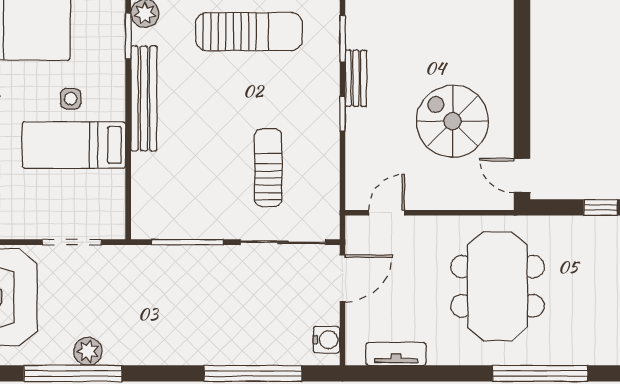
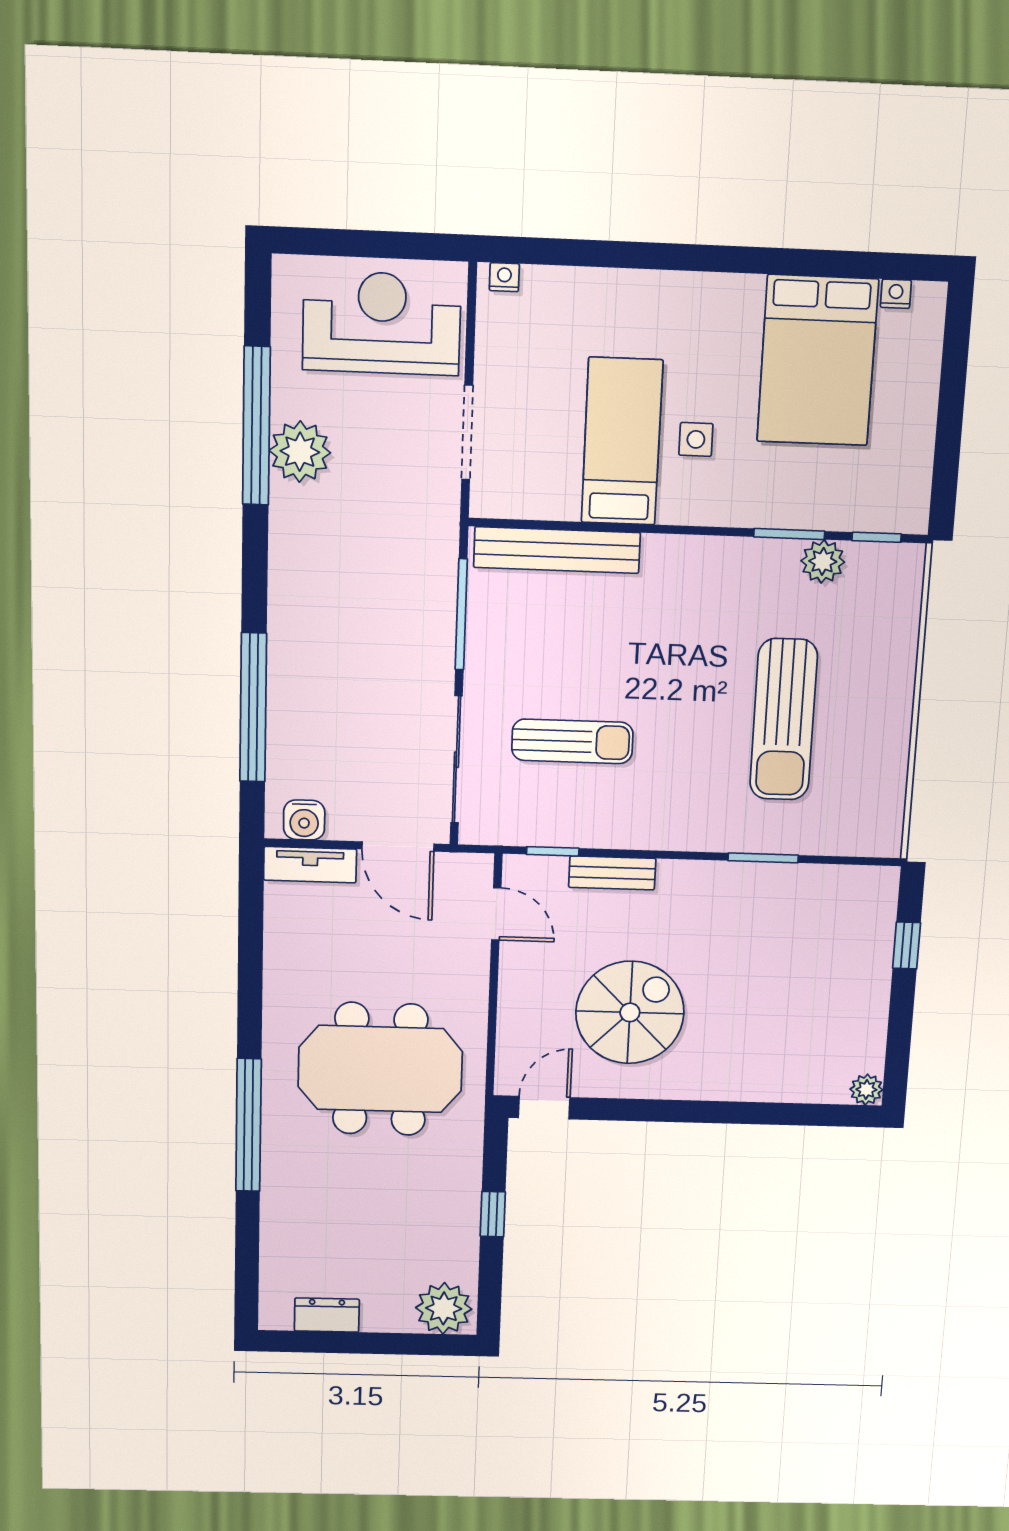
bench: (356, 78) -> (612, 873), moved
bench: (144, 98) -> (557, 550), moved
window: (342, 114) -> (553, 851), moved
plant: (88, 351) -> (300, 452), width x1.36, depth x1.36
tv unit: (396, 354) -> (310, 865), moved, turned 90

